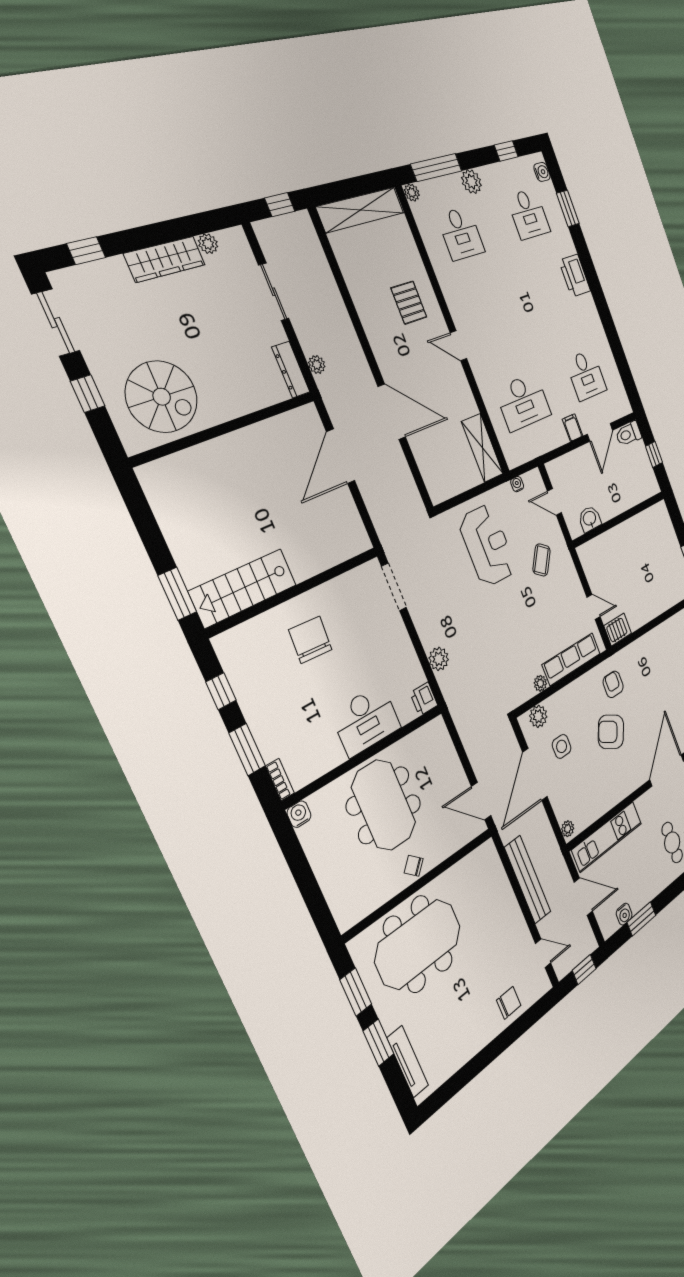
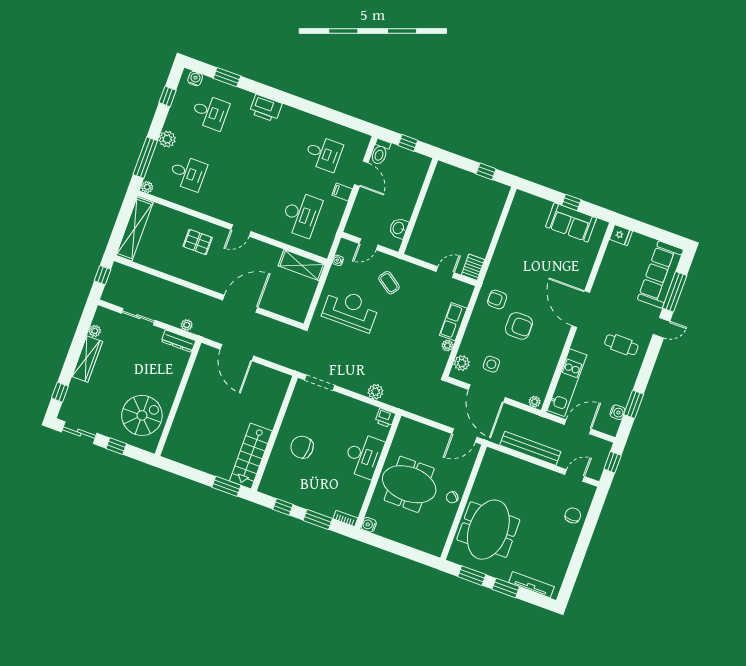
row of seats: (571, 659) -> (453, 322), width x0.68
armchair: (611, 732) -> (519, 326), turned -118

